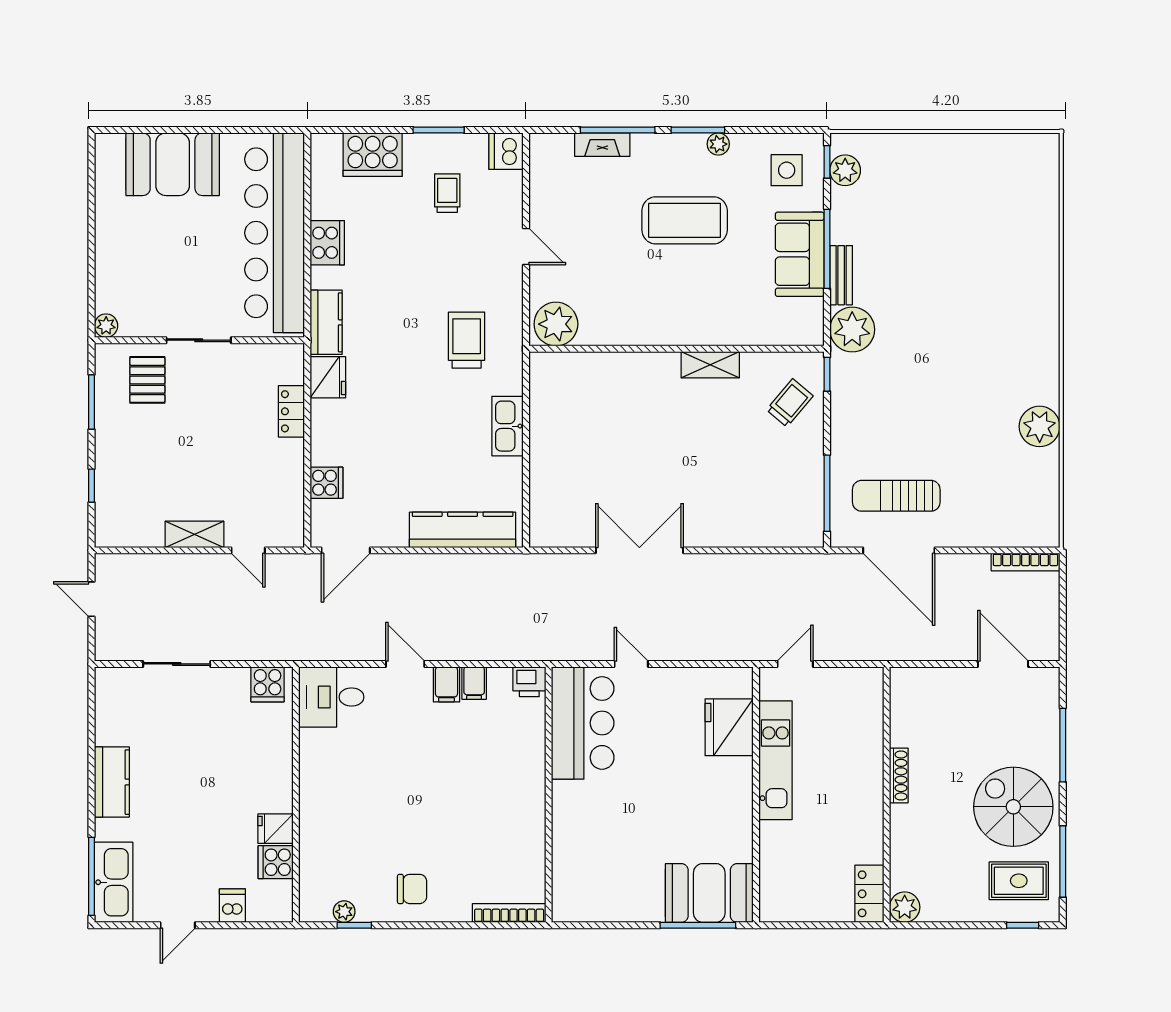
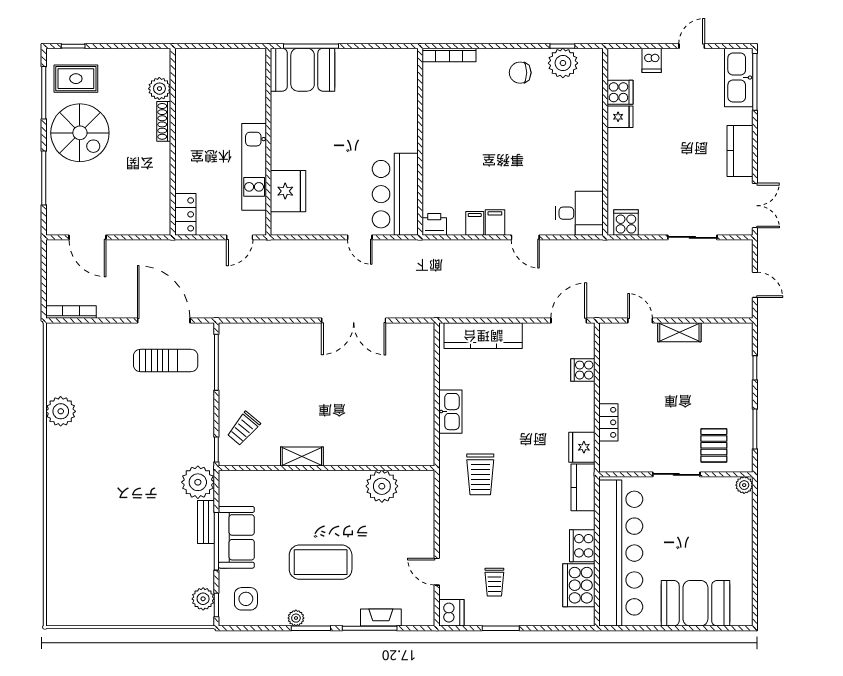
cooker: (373, 155) -> (579, 585), moved, turned -90
door: (526, 246) -> (437, 572), moved
plant: (556, 324) -> (382, 486), moved
double door: (91, 707) -> (755, 206), added
shoe rack: (899, 775) -> (164, 121), moved
locker: (869, 894) -> (185, 214), moved
plant: (905, 907) -> (159, 89), moved
plant: (344, 912) -> (563, 63), width x1.87, depth x1.87

